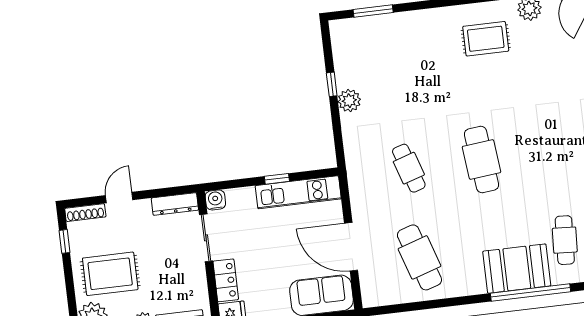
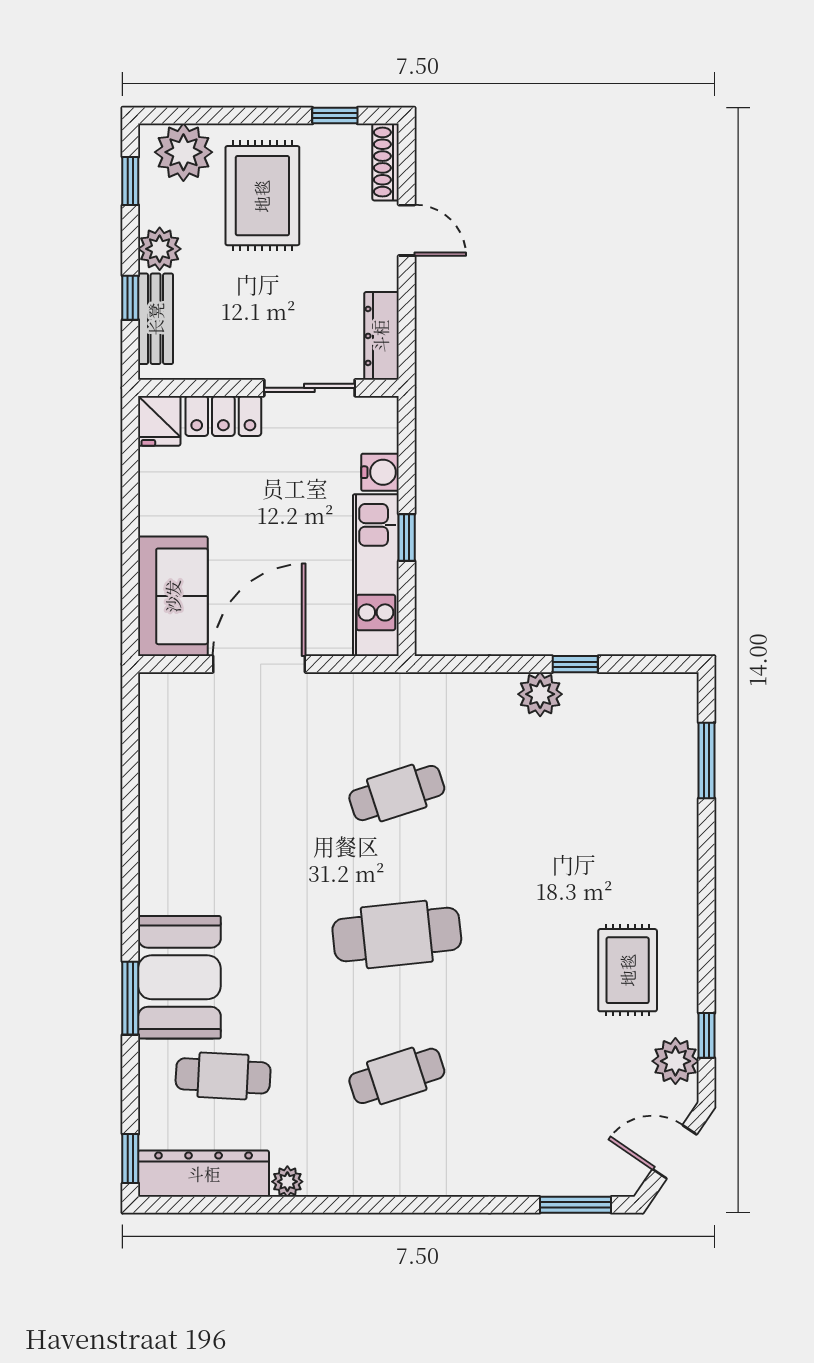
water cooler: (215, 200) -> (380, 472), moved
cafe table: (419, 257) -> (397, 1076), moved, width x0.73, depth x0.74
window: (531, 292) -> (130, 998), width x0.47

